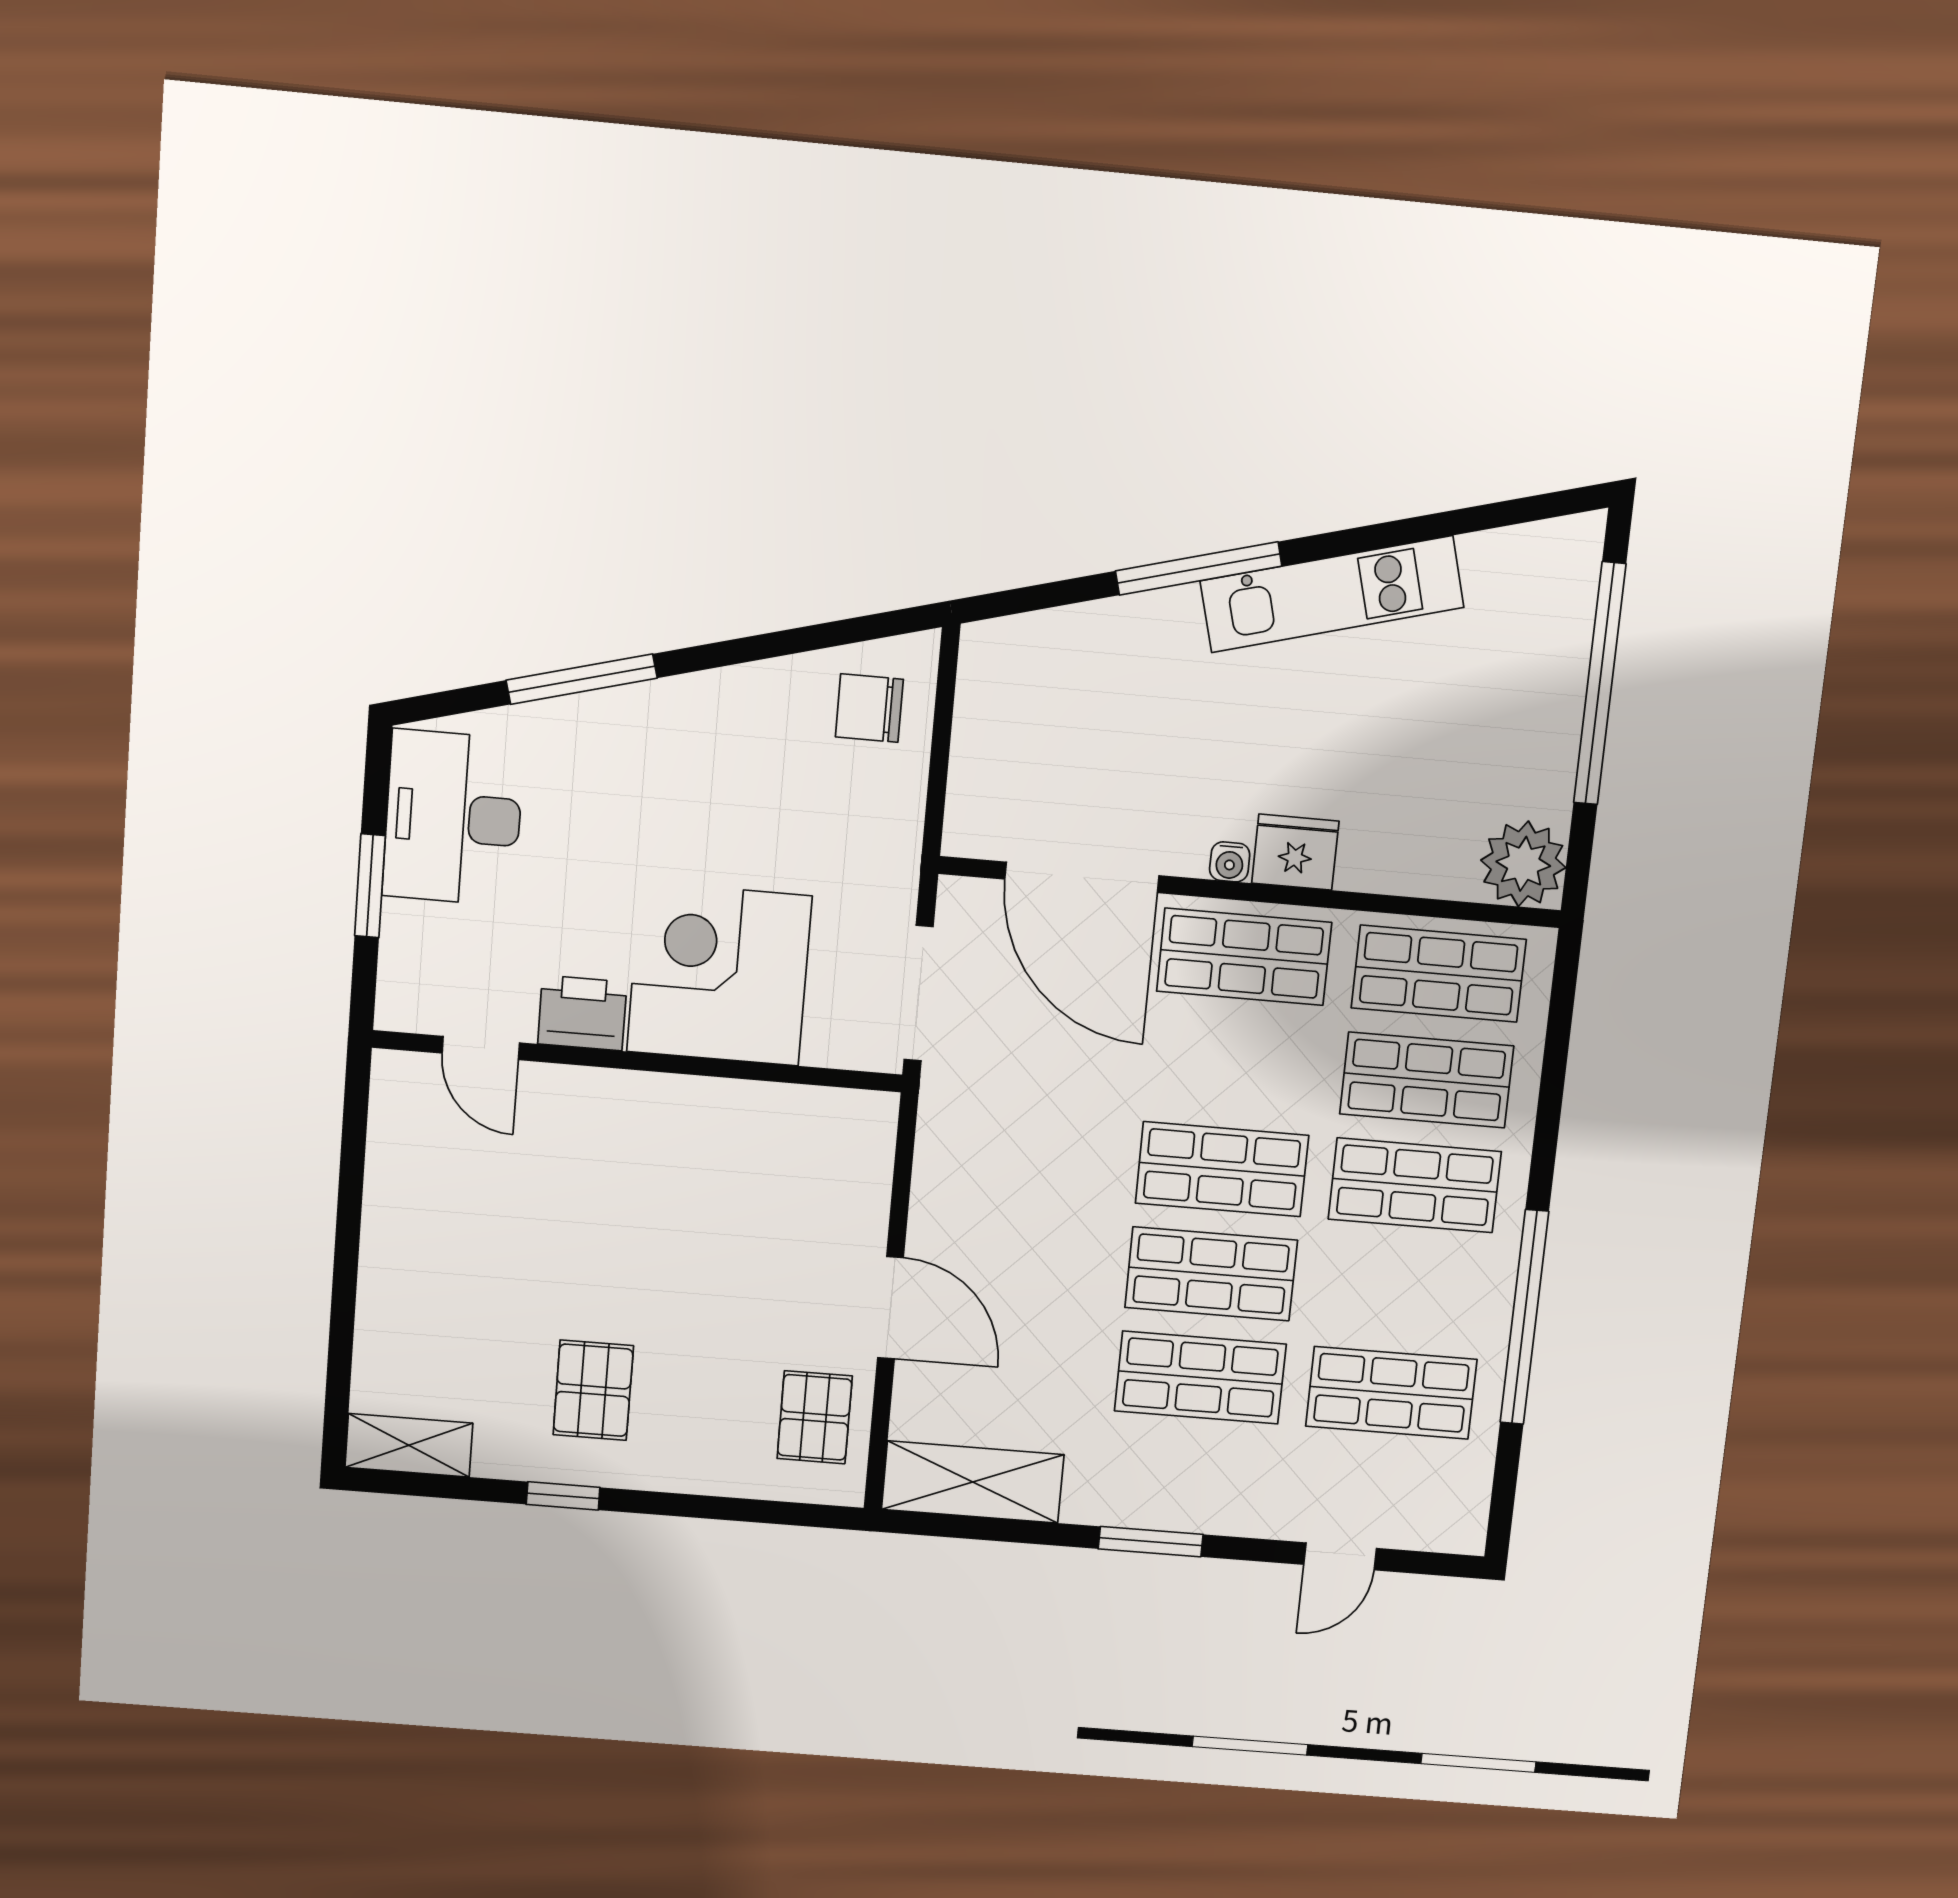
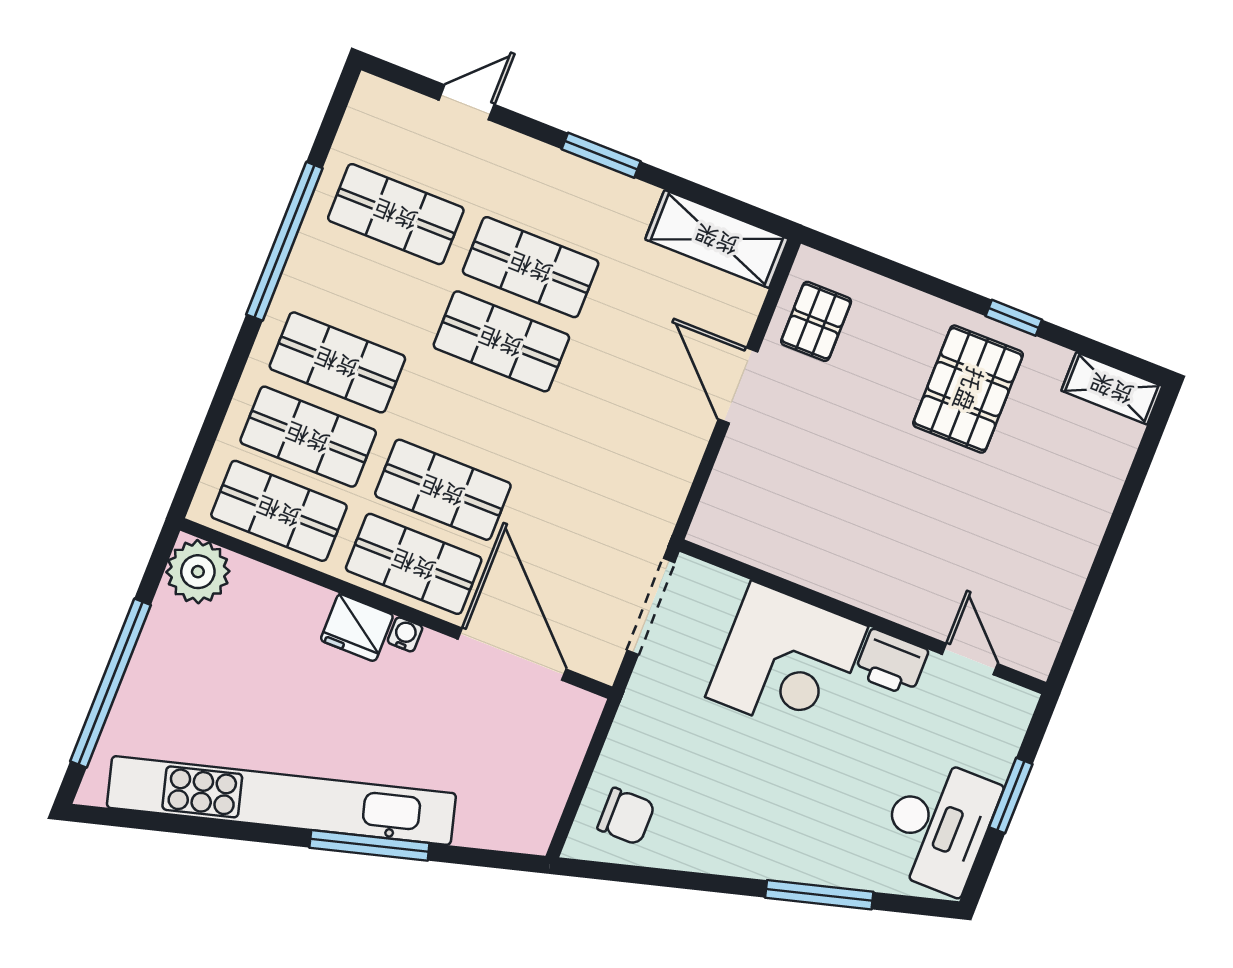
kitchen unit: (1332, 594) -> (281, 800), width x1.86
shop shelf: (1222, 1169) -> (443, 490), moved
pallet: (593, 1390) -> (968, 389), width x1.50, depth x1.42

